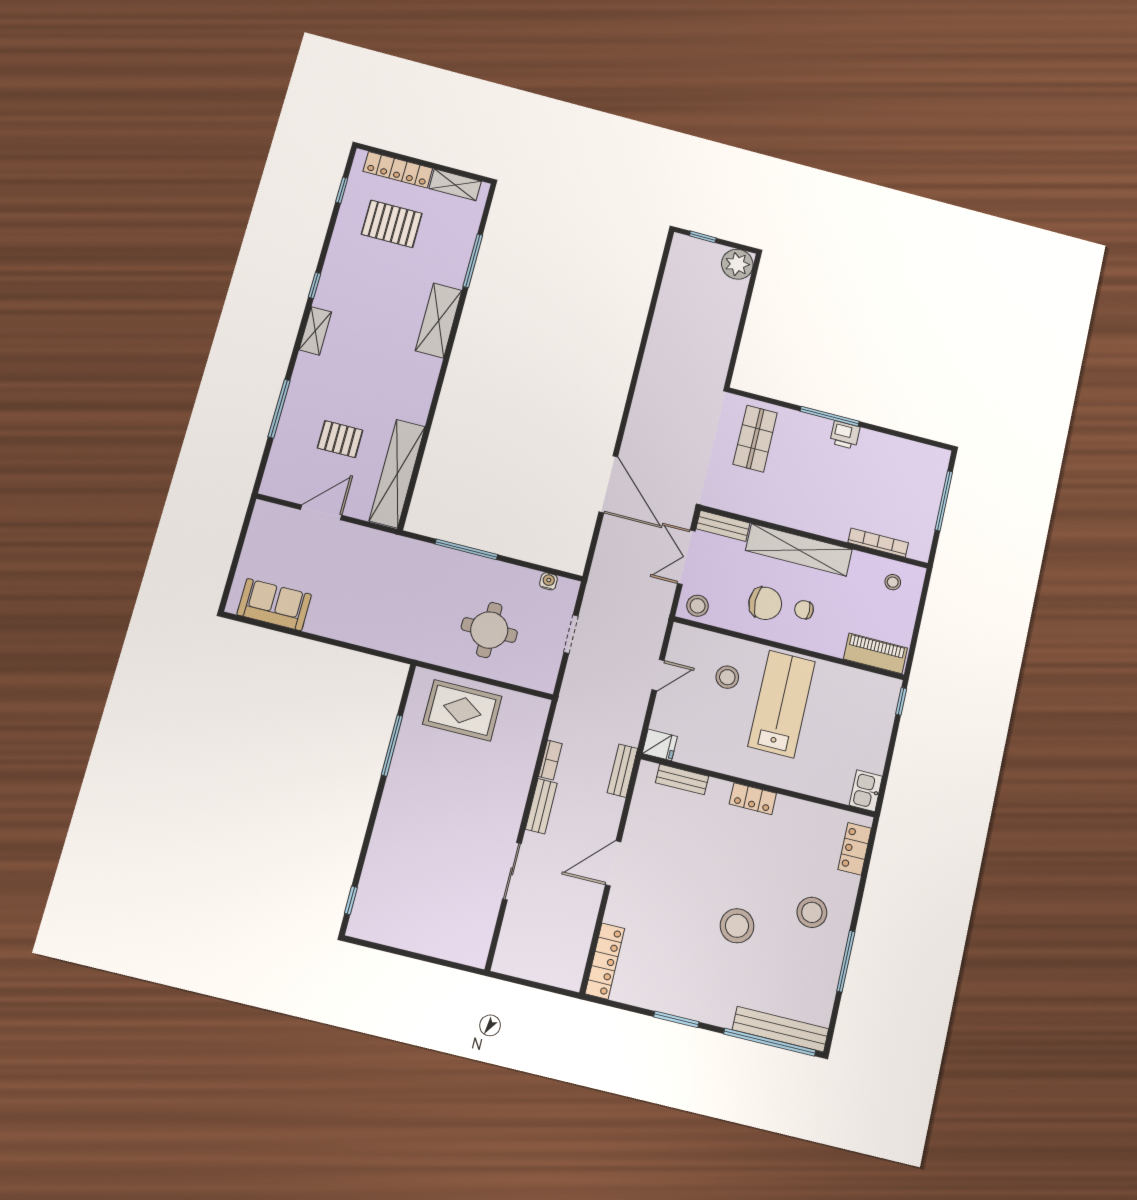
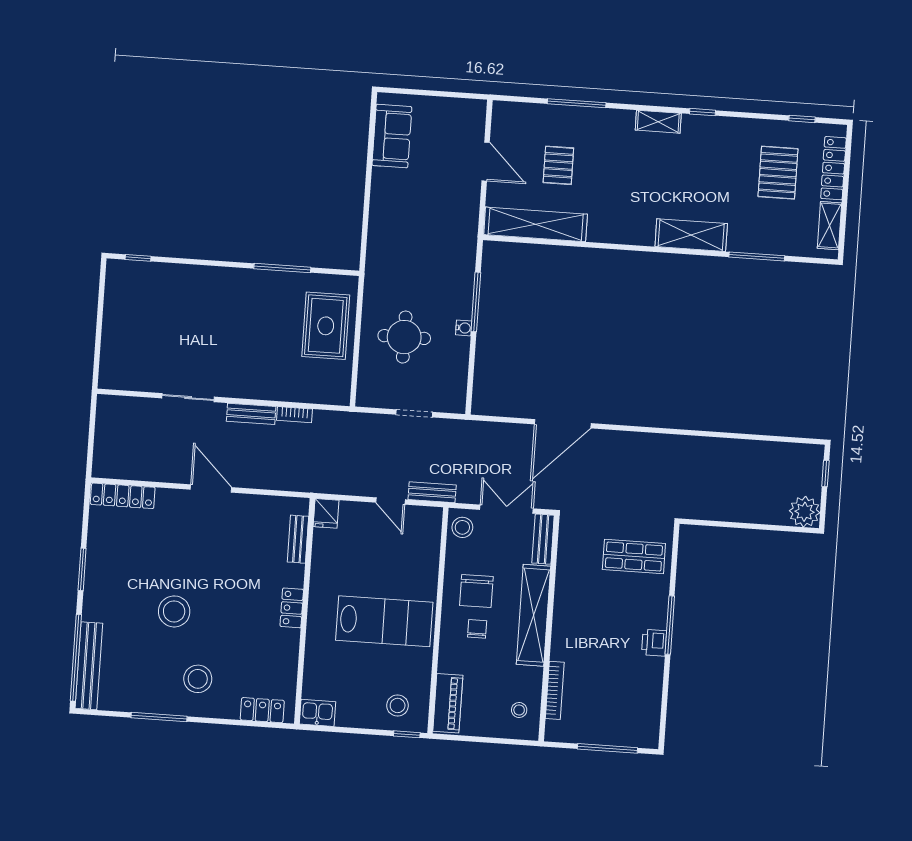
water cooler: (548, 581) -> (464, 328), moved
stool: (727, 677) -> (398, 705), moved
bench: (622, 771) -> (432, 492), moved

